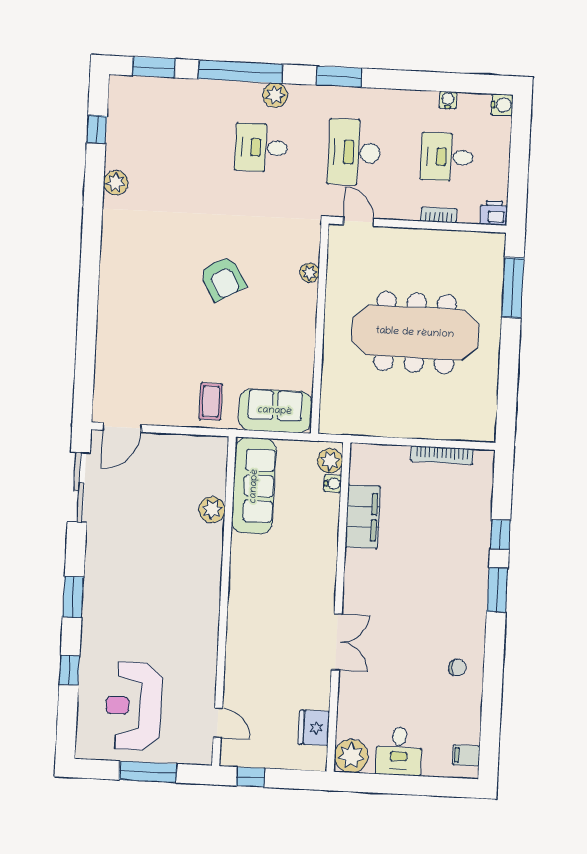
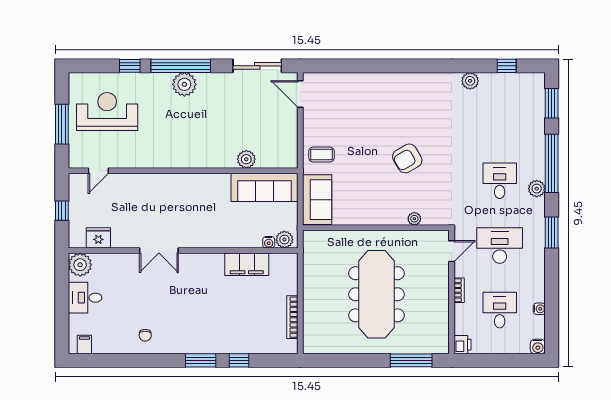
bookcase: (439, 215) -> (459, 290), moved
plant: (100, 593) -> (184, 84), added
window: (73, 597) -> (181, 66), width x2.11
window: (251, 777) -> (62, 211), moved

